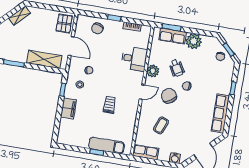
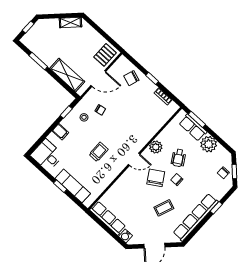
door: (71, 46) -> (98, 79), hinge flipped
desk: (134, 59) -> (47, 155), moved, turned 180
filing cabinet: (68, 108) -> (60, 132), width x0.50
row of seats: (220, 113) -> (196, 217), width x1.36
coffee table: (161, 125) -> (164, 208), moved
row of seats: (146, 152) -> (108, 218), width x1.48

